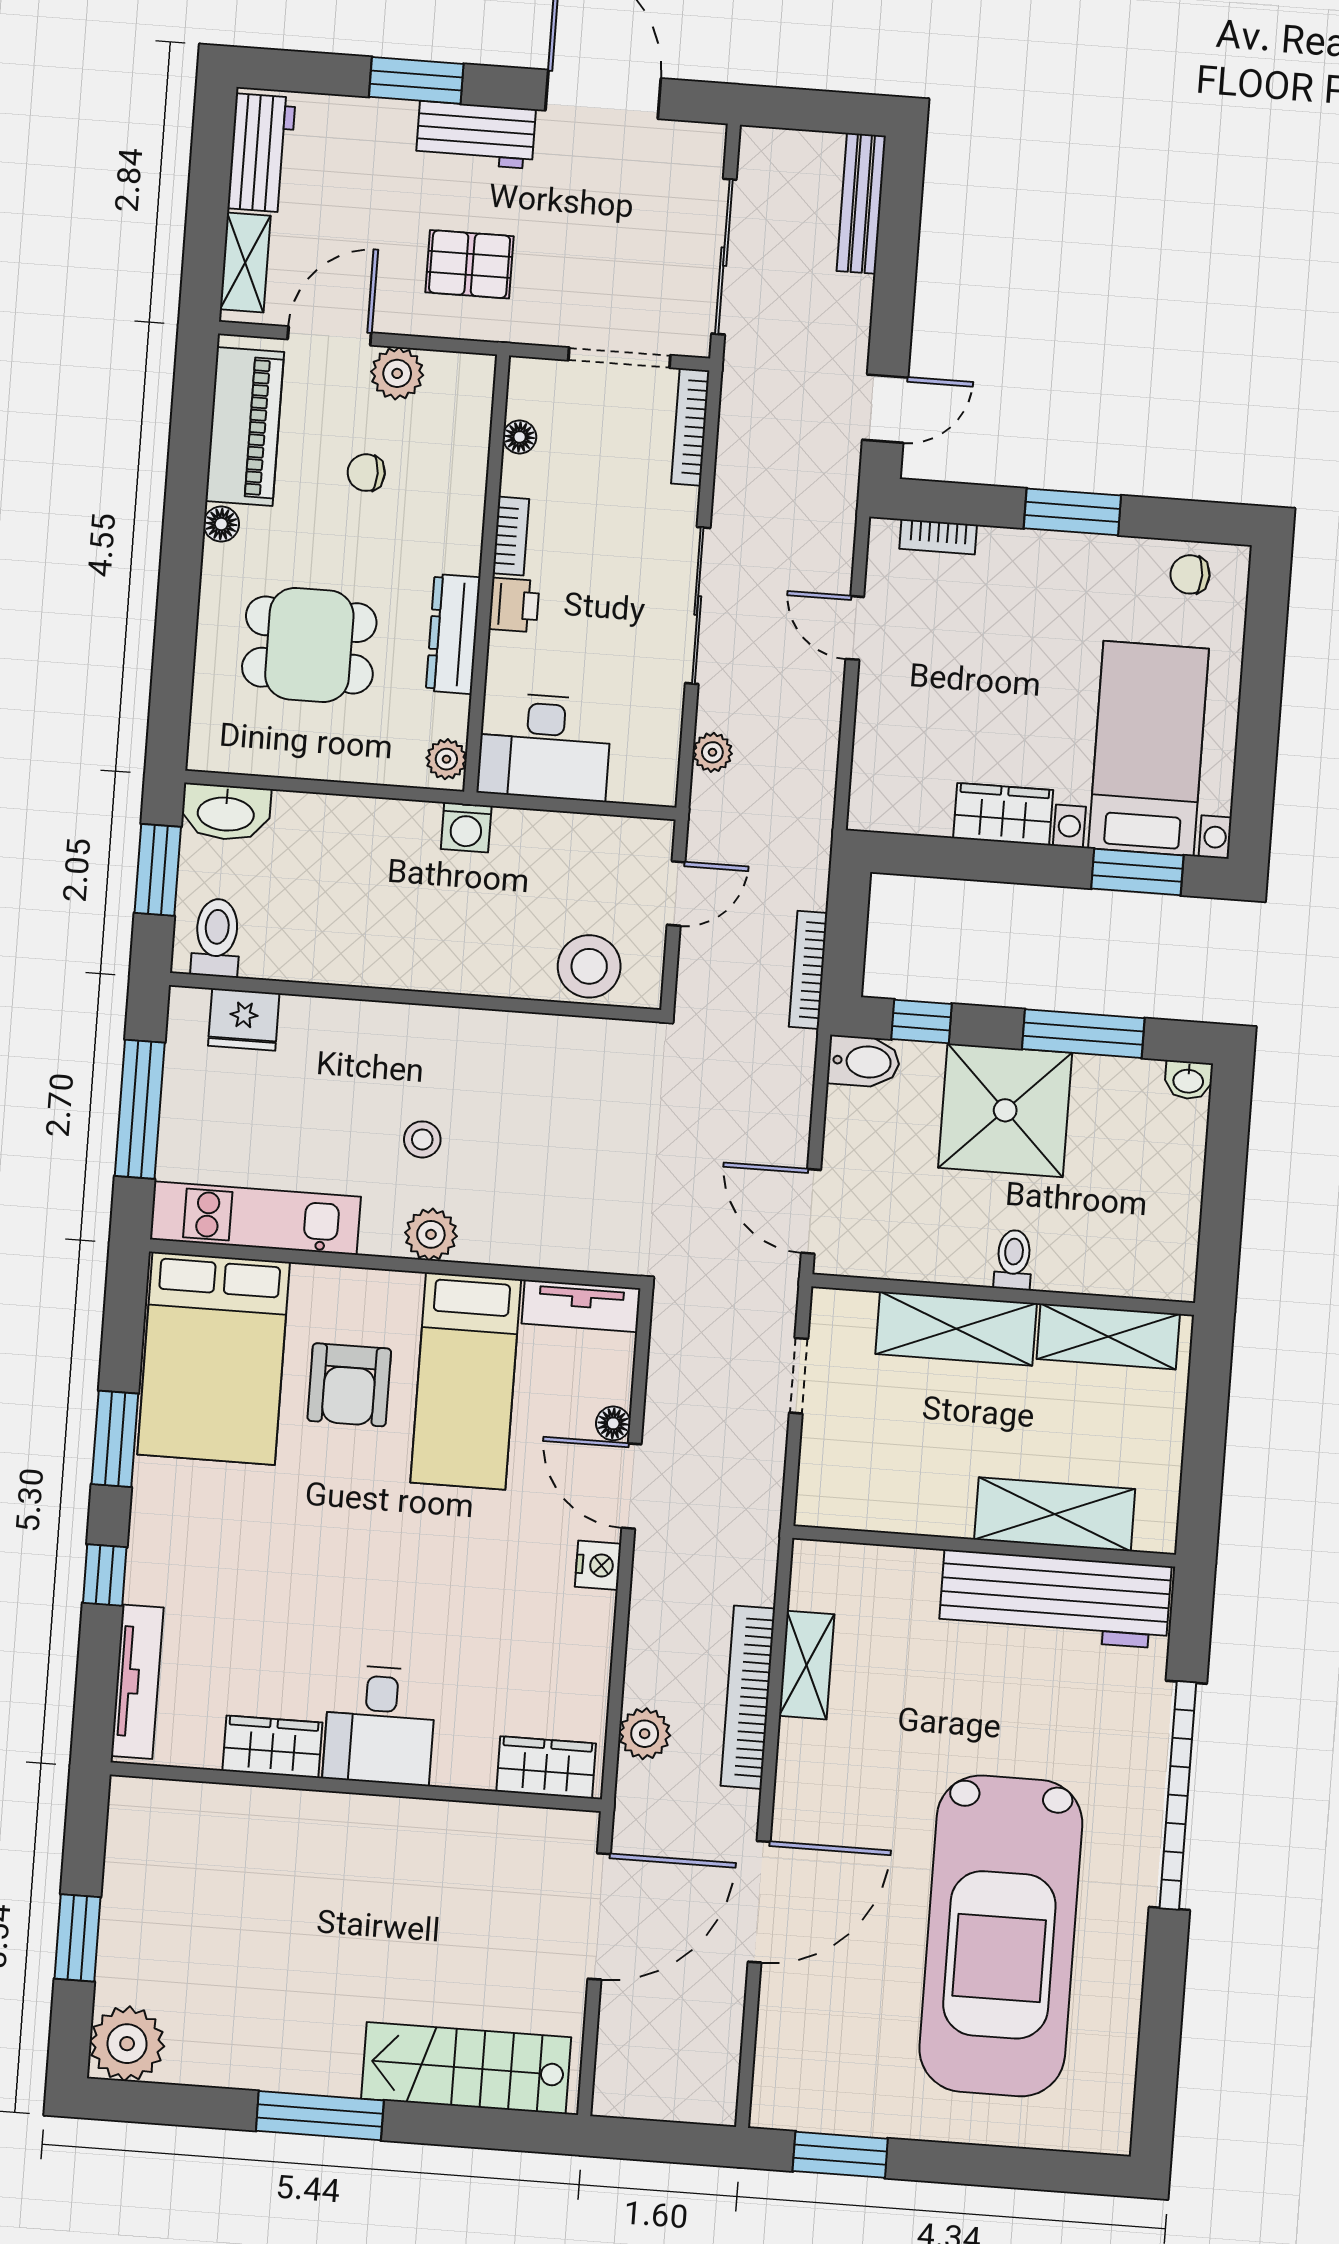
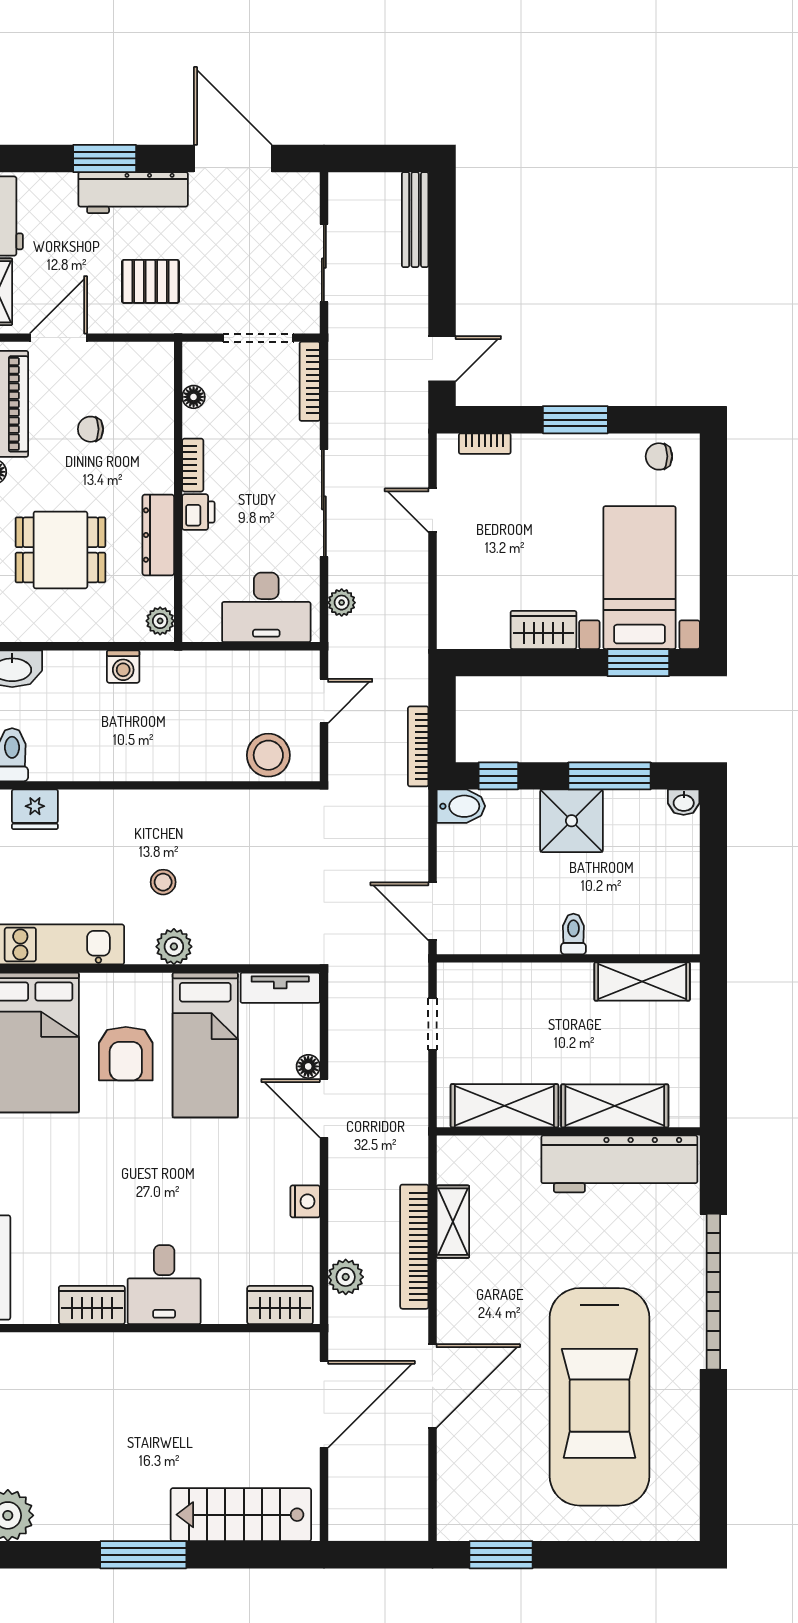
workbench: (476, 135) -> (133, 193), width x1.38
sliding door: (724, 257) -> (324, 263), width x0.73
plant: (397, 373) -> (107, 360), removed
desk: (544, 747) -> (266, 607), moved
washing machine: (466, 827) -> (123, 667), moved
shower: (1005, 1110) -> (572, 821), width x0.73, depth x0.73
shelving: (956, 1329) -> (504, 1106), moved
nightstand: (598, 1565) -> (305, 1201), moved

